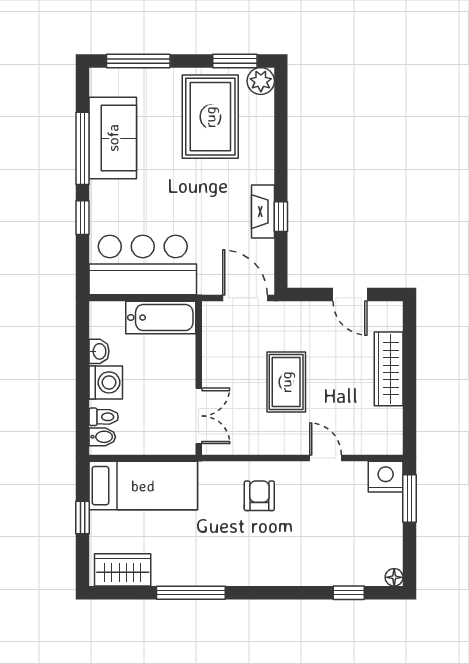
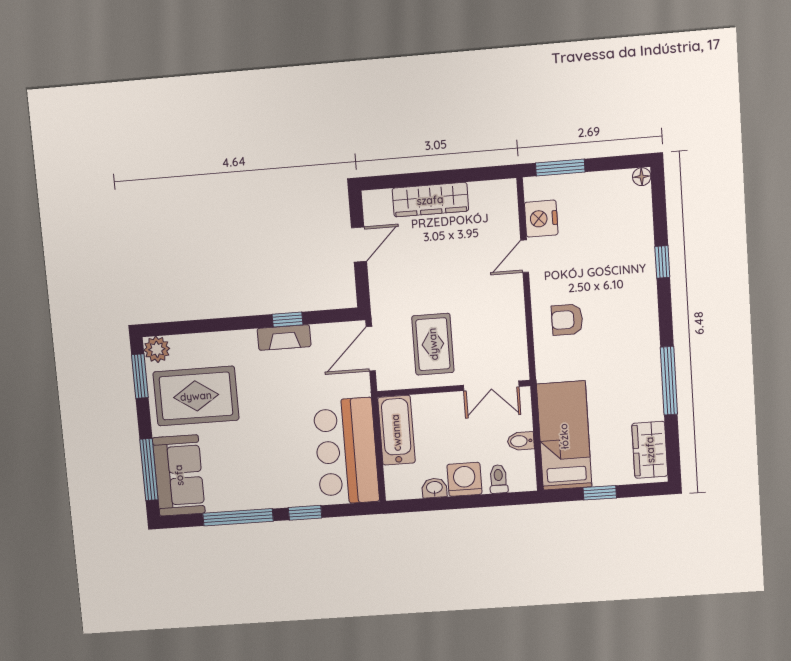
sofa: (113, 138) -> (179, 475), moved, turned 90
rug: (286, 382) -> (433, 344), moved, turned 90
double door: (199, 416) -> (491, 386), swing flipped
bidet: (102, 437) -> (521, 441), moved, turned -90
nightstand: (386, 477) -> (541, 219), moved
window: (349, 593) -> (662, 262), moved

